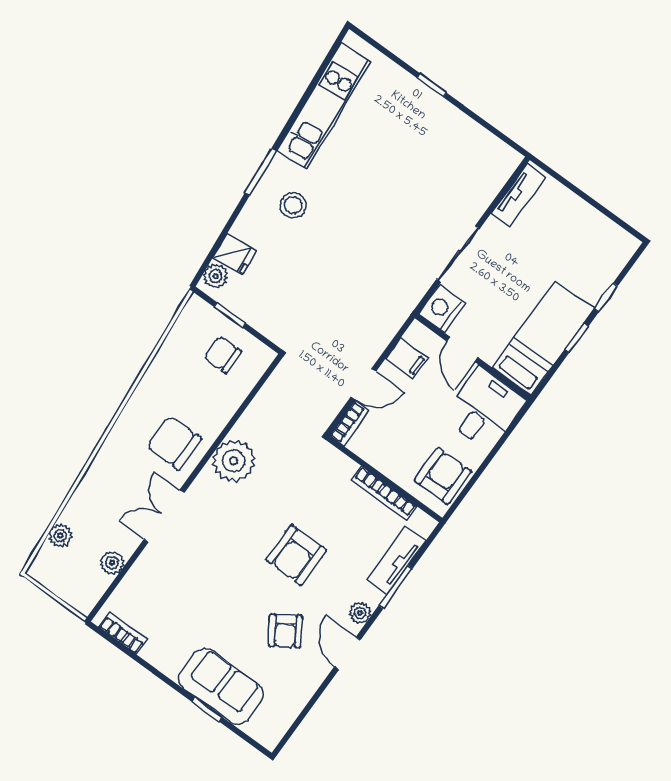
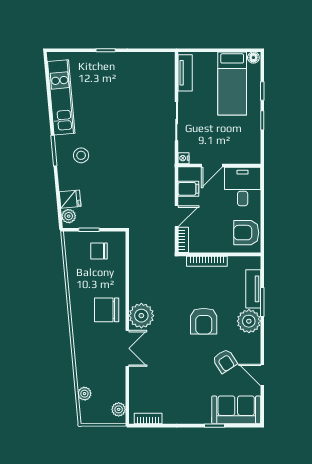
floor lamp: (627, 243) -> (253, 58), added
nightstand: (442, 309) -> (184, 158), width x0.53, depth x0.56
bed: (543, 338) -> (232, 83), moved, turned 180
door: (462, 349) -> (212, 165), hinge flipped
plant: (234, 461) -> (141, 316), moved
armchair: (443, 476) -> (246, 233), turned -90
bookcase: (384, 493) -> (207, 261), moved
double door: (164, 516) -> (127, 348), swing flipped
plant: (112, 563) -> (119, 409), moved
plant: (360, 613) -> (249, 321), width x1.88, depth x1.88
door: (347, 653) -> (262, 375), moved
sofa: (221, 686) -> (236, 410), moved

